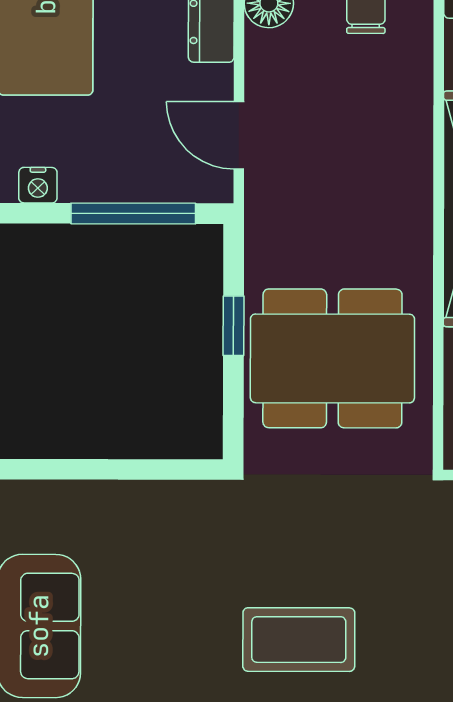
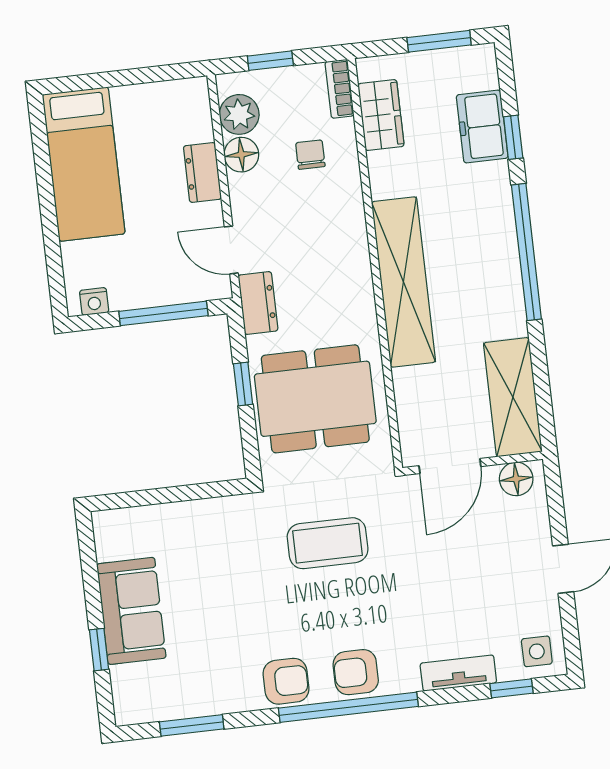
dresser: (268, 214) -> (258, 303), added
coffee table: (299, 640) -> (328, 543), moved

